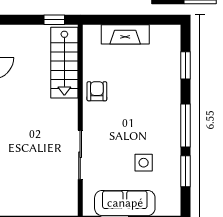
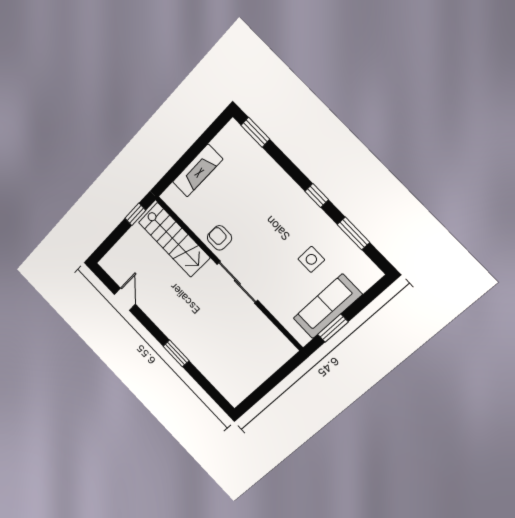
window: (186, 65) -> (255, 132), moved
window: (186, 125) -> (317, 196), width x0.46
sliding door: (80, 155) -> (237, 282), moved

